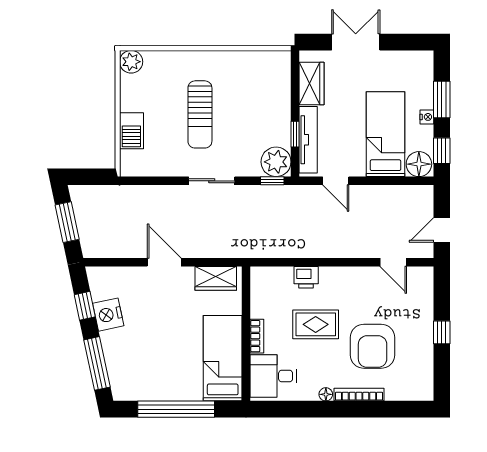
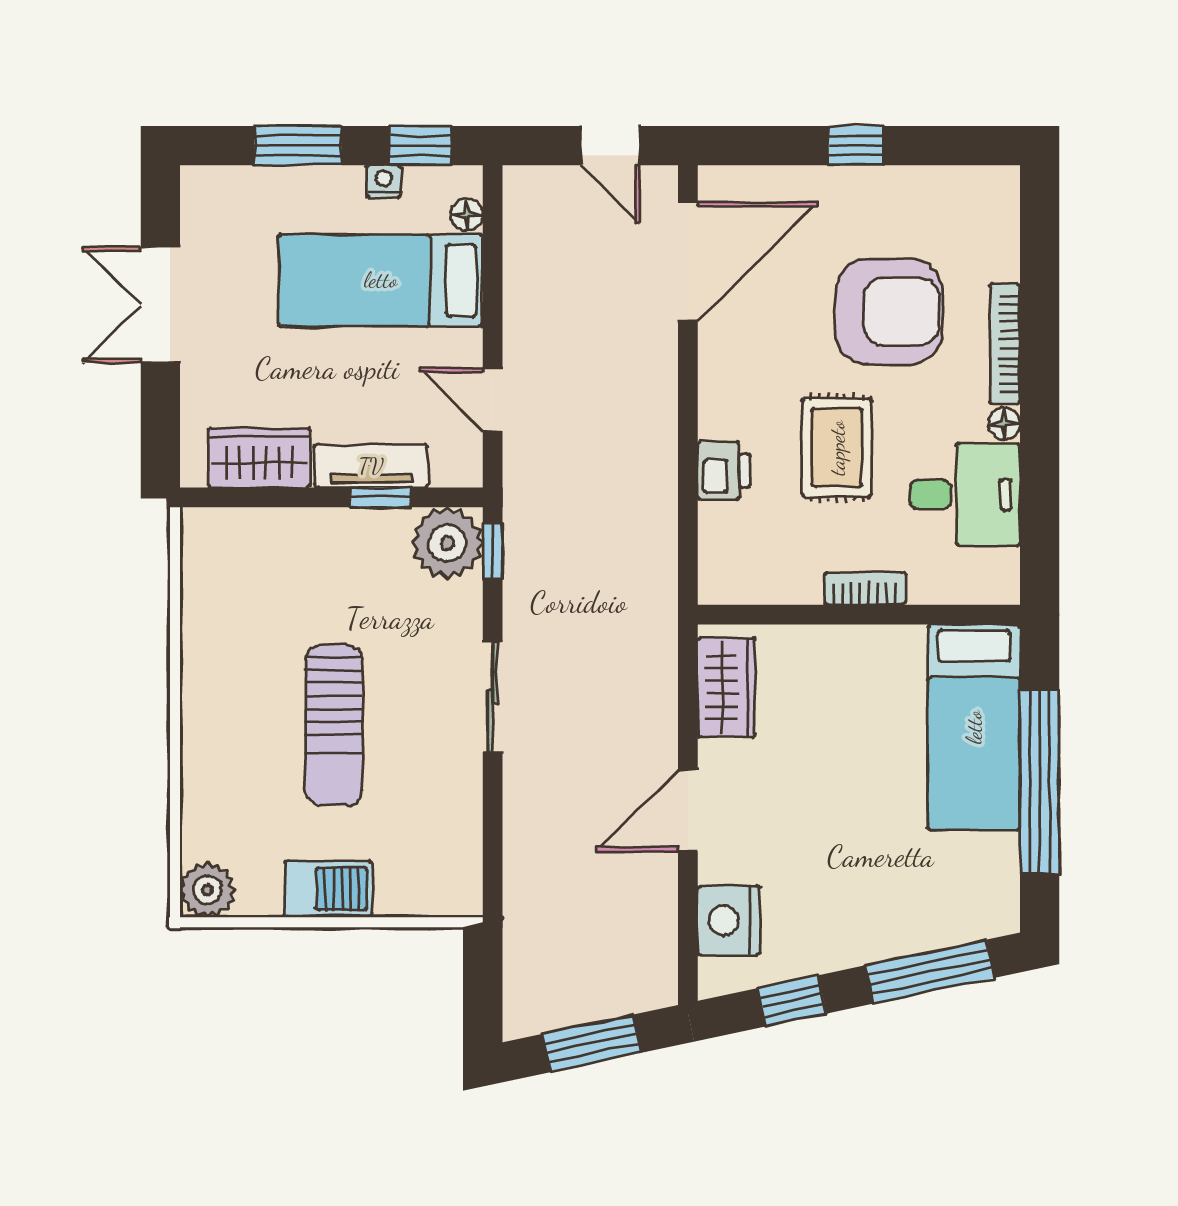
double door: (356, 42) -> (160, 305), moved
sun lounger: (200, 114) -> (334, 725), turned 90
nightstand: (427, 117) -> (384, 181), moved
barbecue: (131, 131) -> (329, 889), moved
tv unit: (308, 140) -> (371, 466), width x0.71
floor lamp: (419, 164) -> (467, 215), width x0.53, depth x0.53
door: (336, 181) -> (493, 400), swing flipped
door: (393, 262) -> (688, 262), width x1.87
nightstand: (108, 315) -> (729, 921), moved, turned 102
bed: (223, 358) -> (974, 727), moved, turned -90
desk: (273, 376) -> (965, 495), moved, turned -90

